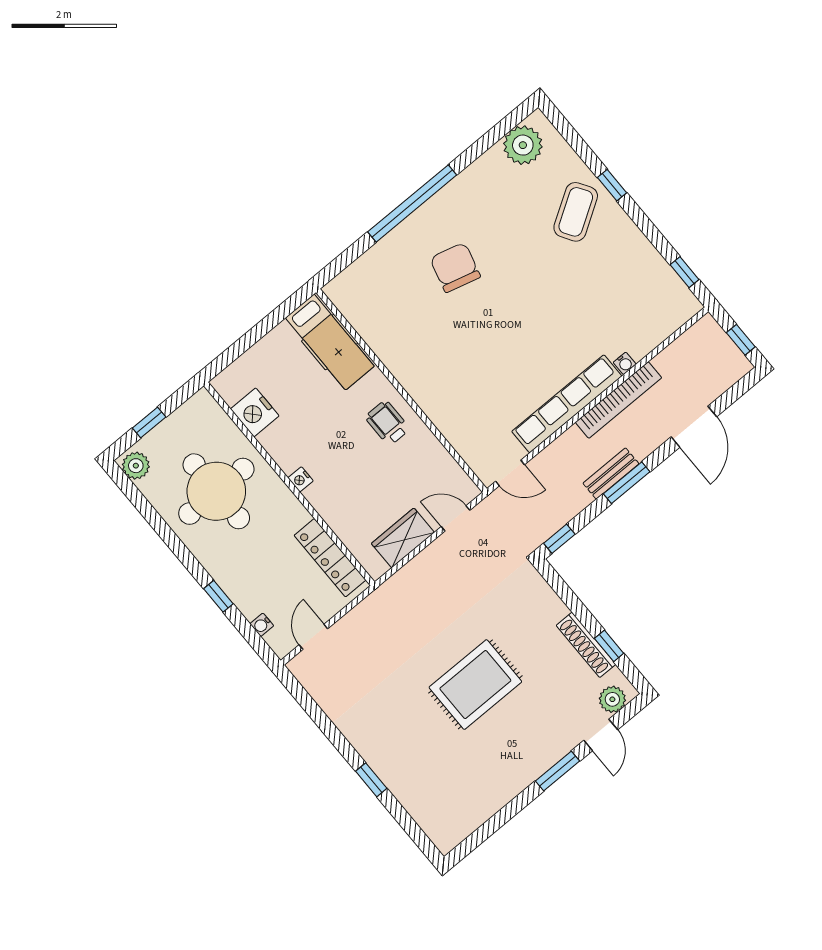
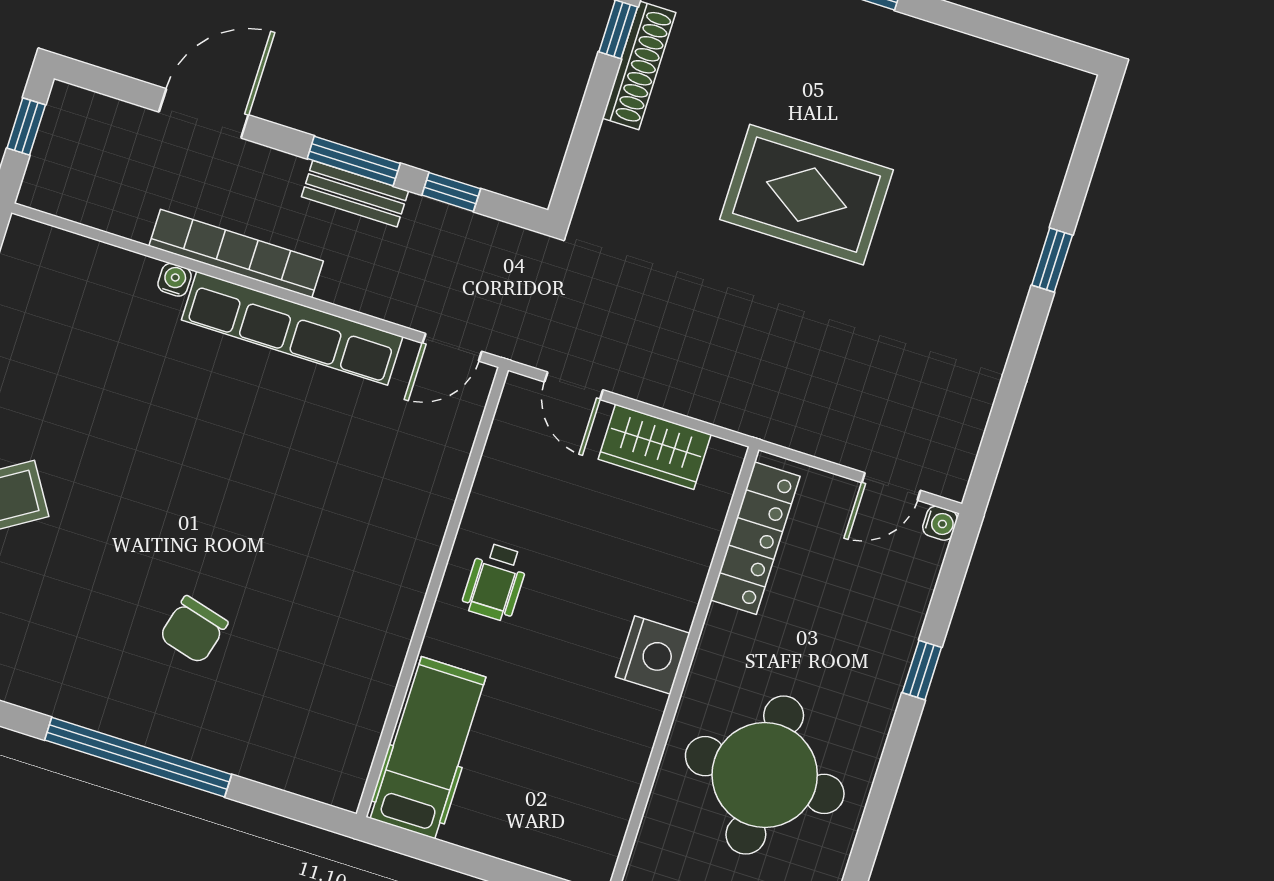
chair: (455, 267) -> (194, 630), width x0.73, depth x0.73
nightstand: (255, 412) -> (608, 793), removed
door: (510, 473) -> (452, 347), swing flipped
nightstand: (300, 479) -> (653, 655), width x1.89, depth x1.79
window: (559, 539) -> (451, 192), moved
water cooler: (262, 625) -> (940, 523), moved

